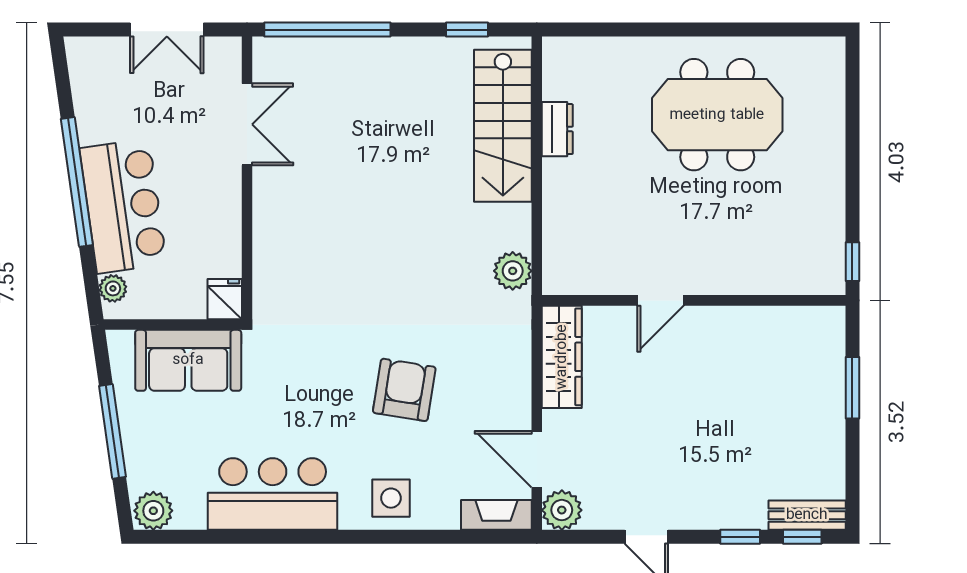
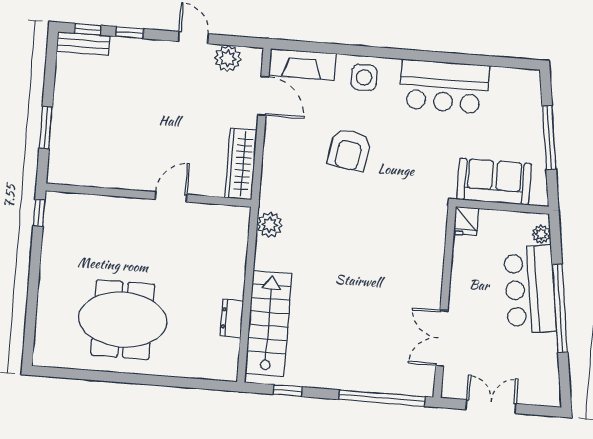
plant: (562, 510) -> (228, 59), moved
plant: (153, 511) -> (526, 81), removed
fireplace: (496, 515) -> (302, 64), width x1.37, depth x1.32

